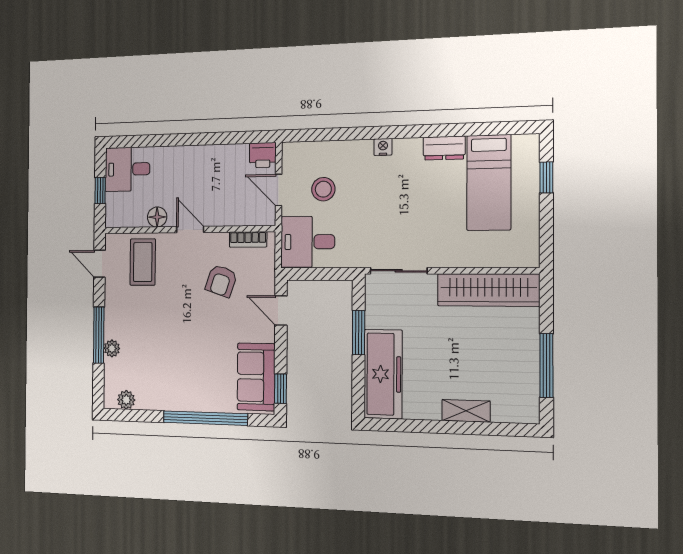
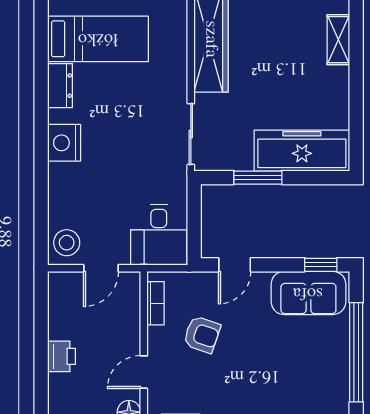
nightstand: (383, 147) -> (64, 143), width x1.89, depth x1.79
printer: (263, 155) -> (62, 356), moved
stool: (323, 189) -> (67, 243), moved
shelving: (466, 411) -> (338, 40), moved

